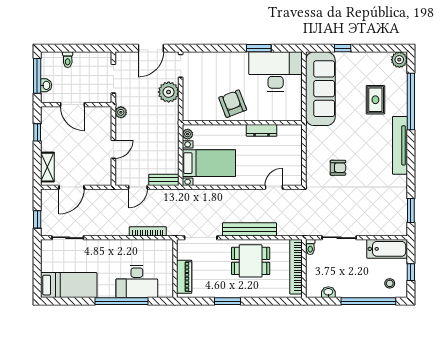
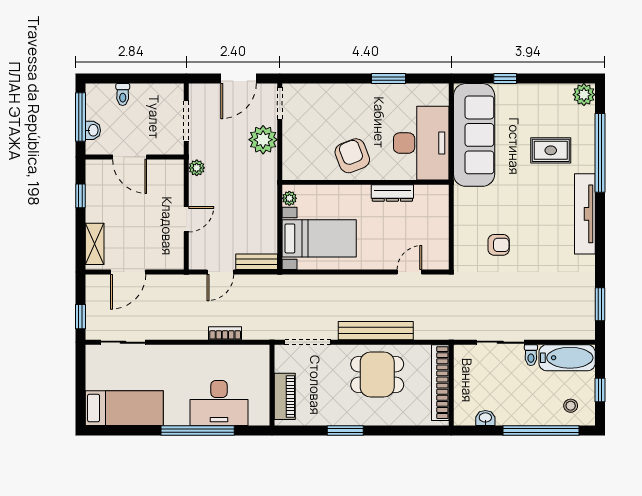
desk: (276, 72) -> (421, 143), moved, turned 90
rug: (375, 100) -> (551, 150), turned 90
bookcase: (148, 231) -> (225, 333), width x0.64
toilet: (310, 247) -> (531, 355), moved

